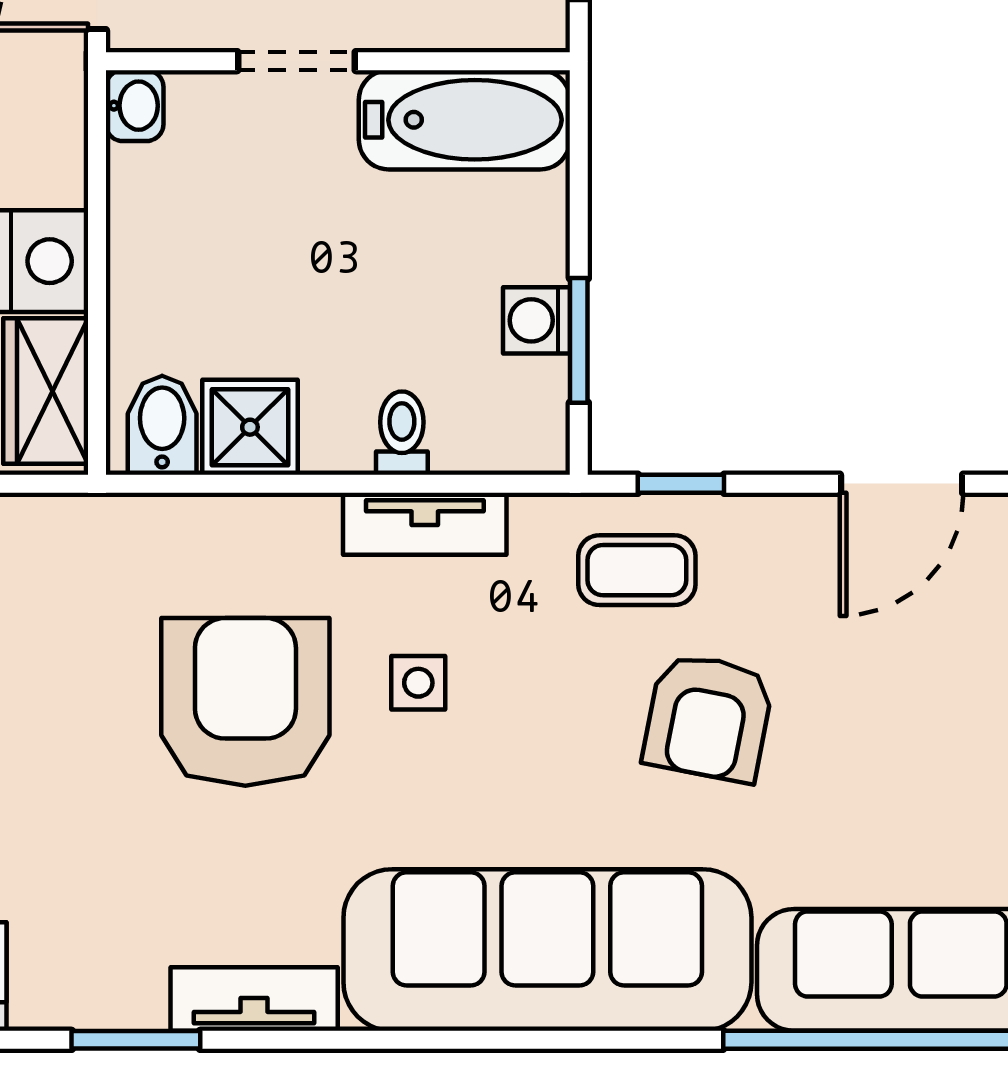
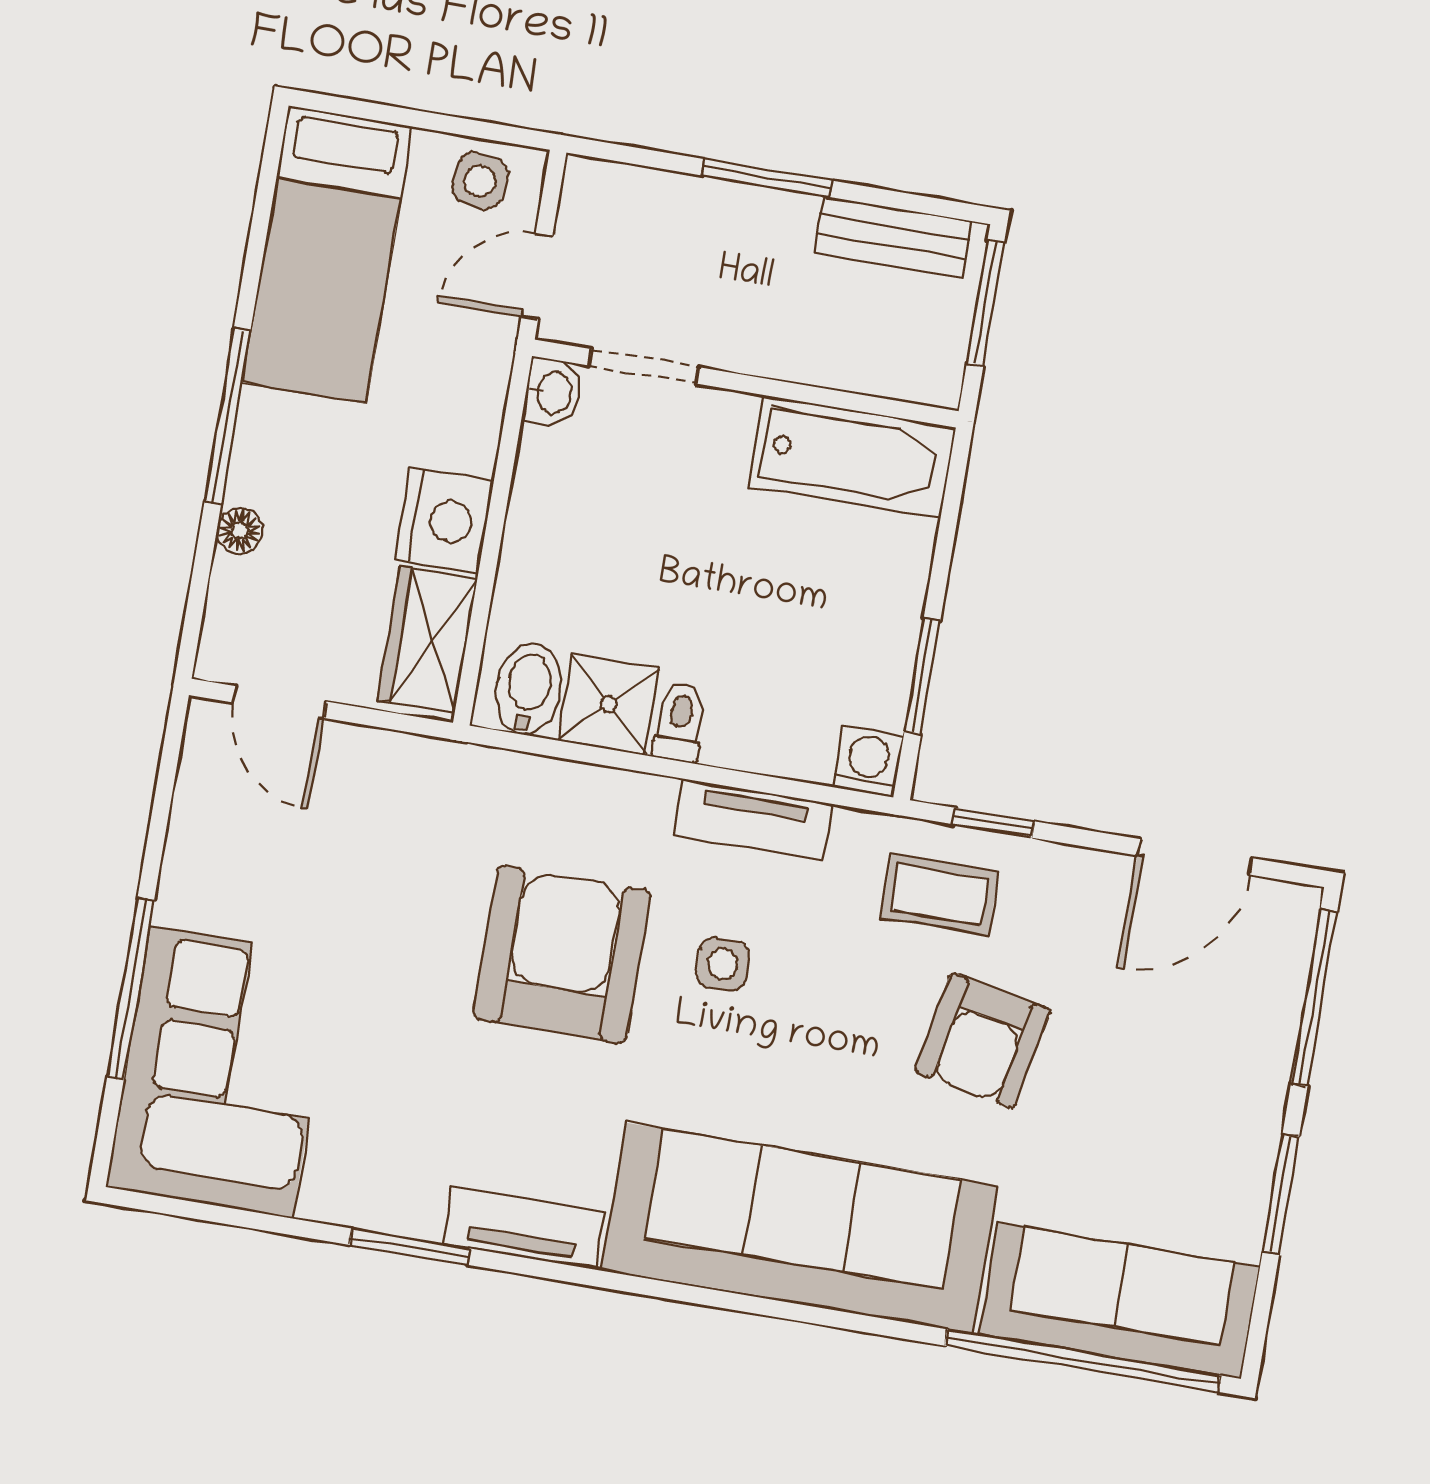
doorway: (296, 61) -> (644, 366), moved
washing machine: (537, 320) -> (868, 762), moved, turned 90
toilet: (402, 433) -> (680, 722), moved

